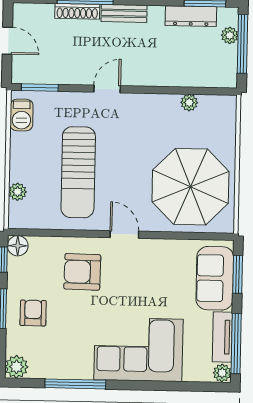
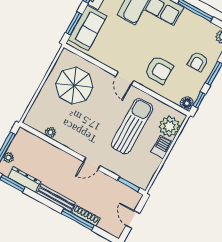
bench: (124, 13) -> (56, 198), width x1.36
barbecue: (21, 115) -> (162, 147), moved
parasol: (190, 187) -> (74, 86), width x0.73, depth x0.73
plant: (18, 192) -> (169, 126), width x1.87, depth x1.87

